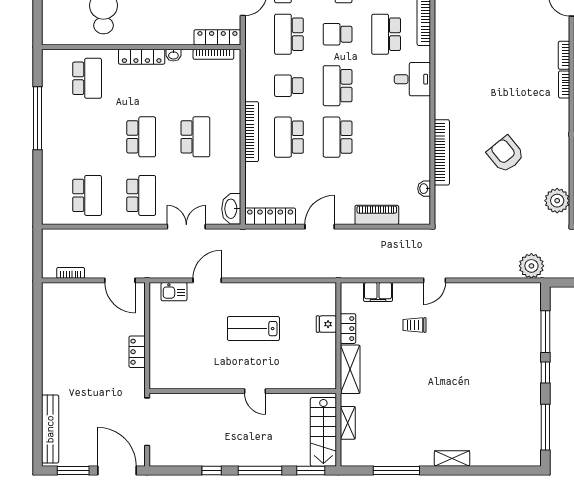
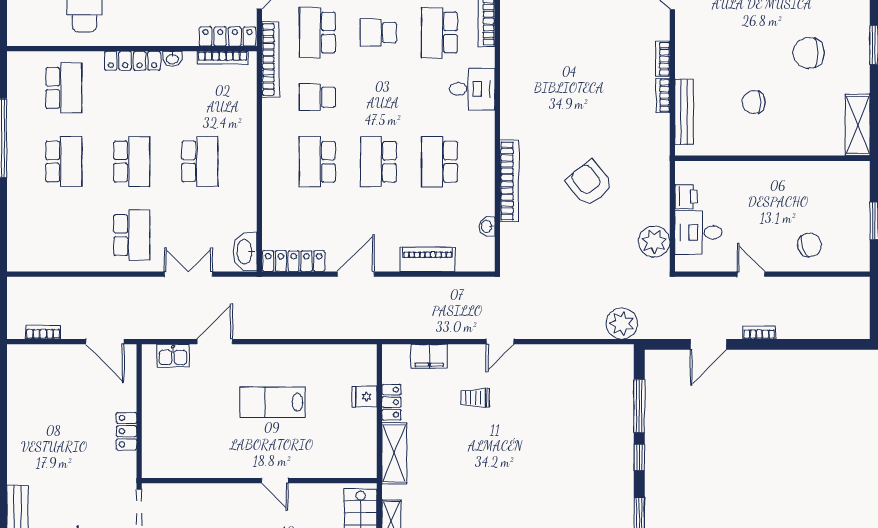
school desk: (338, 86) -> (439, 162), moved
bookcase: (252, 132) -> (270, 59), moved
school desk: (87, 195) -> (64, 161), moved

